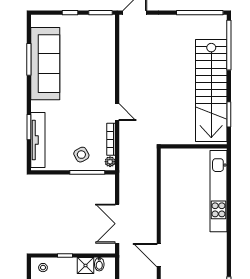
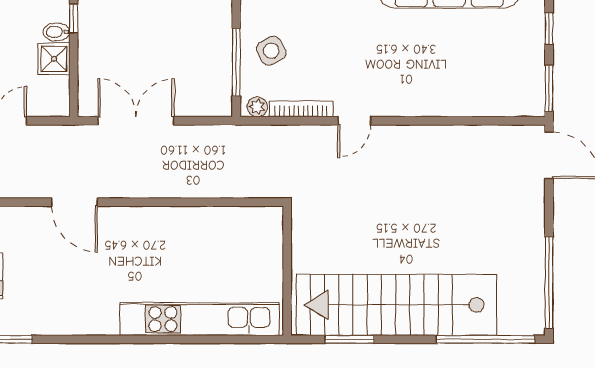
door: (159, 255) -> (74, 202), swing flipped
bidet: (99, 264) -> (56, 32), moved

